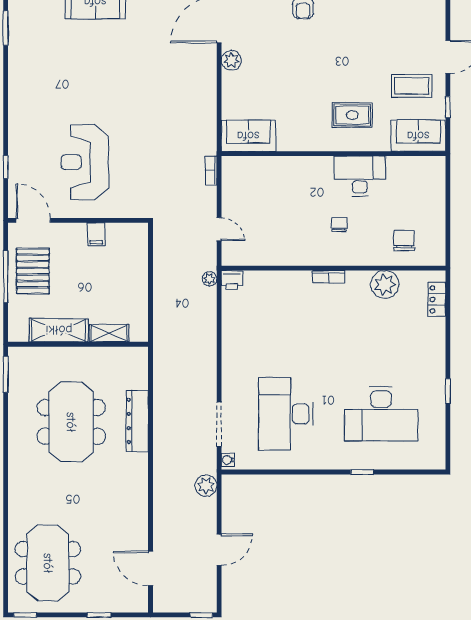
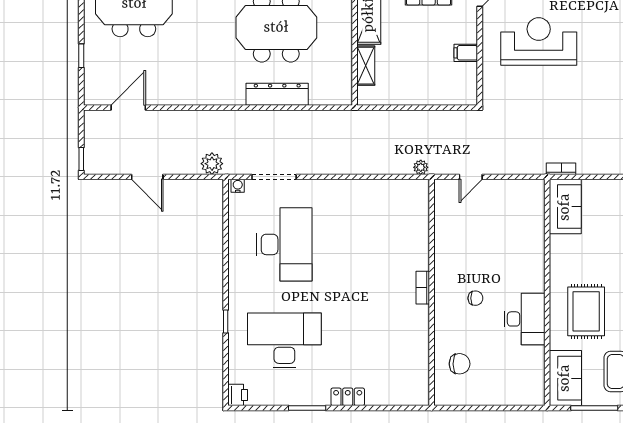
window: (448, 107) -> (594, 408), width x2.17
rug: (352, 115) -> (586, 311), width x1.36, depth x1.43
bookcase: (211, 171) -> (561, 169), moved
printer: (232, 280) -> (238, 395), moved, turned 180
plant: (385, 284) -> (415, 344), removed
locker: (437, 299) -> (348, 397), moved
window: (448, 391) -> (307, 408), width x1.50
desk: (286, 414) -> (284, 244), turned 90
desk: (381, 414) -> (284, 340), turned 90

